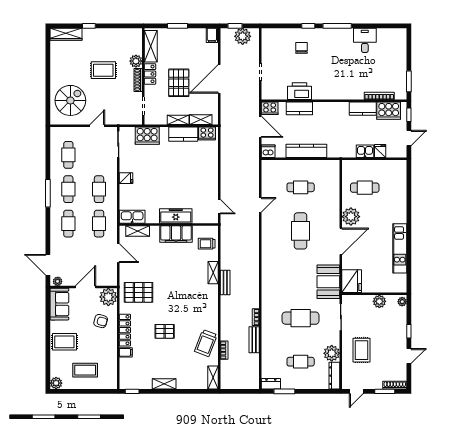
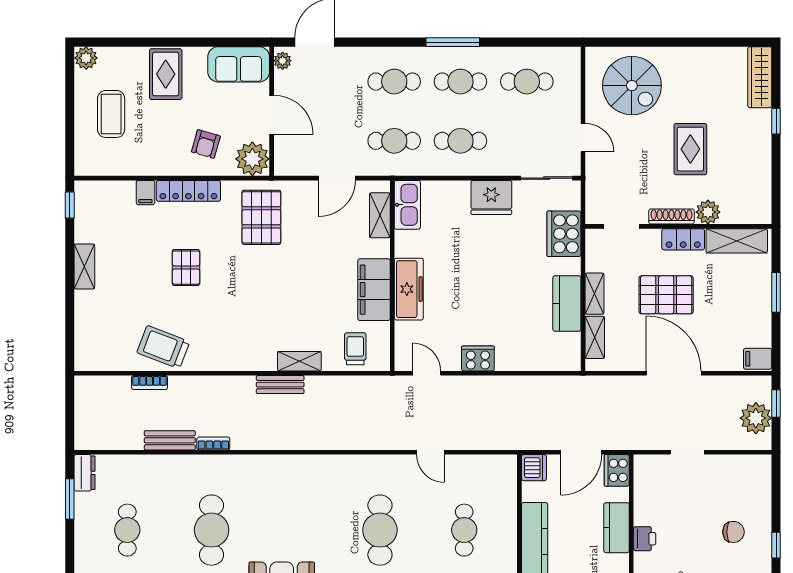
printer: (299, 91) -> (645, 539), width x0.53, depth x0.68
cooker: (207, 133) -> (478, 359), moved, turned 90
fridge: (126, 178) -> (491, 197), width x1.88, depth x1.34
door: (219, 207) -> (427, 373), swing flipped
cafe table: (301, 231) -> (380, 530), turned 90
shelving: (213, 378) -> (97, 361), removed

